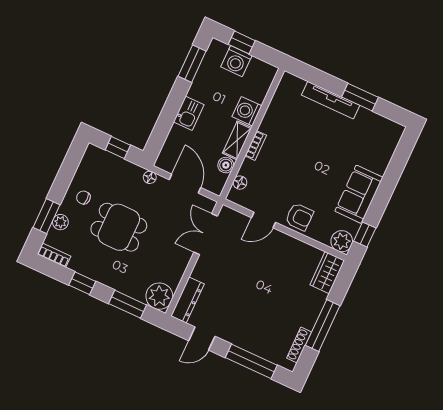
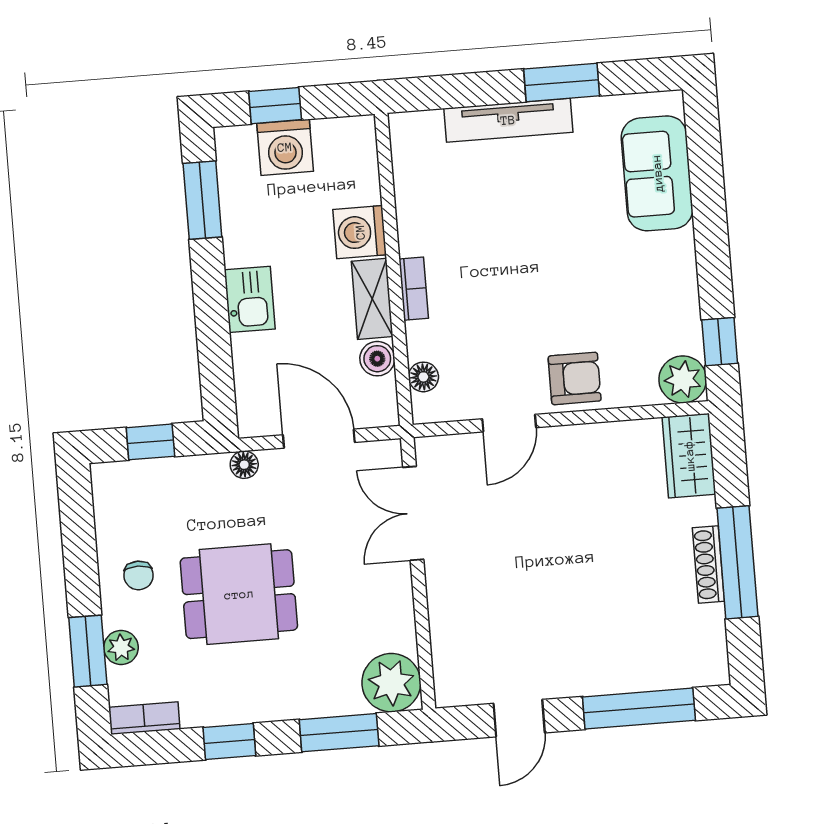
sofa: (359, 194) -> (657, 173), moved
chair: (83, 198) -> (138, 575), turned -90
dresser: (188, 300) -> (450, 660), removed
shoe rack: (299, 345) -> (708, 564), moved

